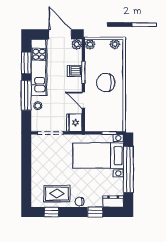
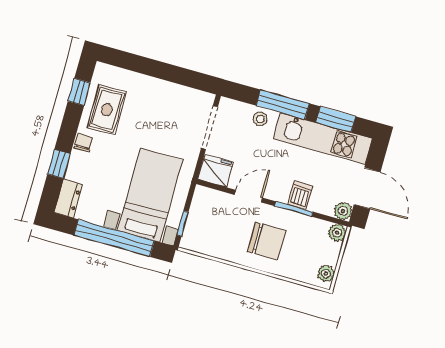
door: (60, 34) -> (367, 188), hinge flipped
chair: (106, 83) -> (267, 241), turned 90

